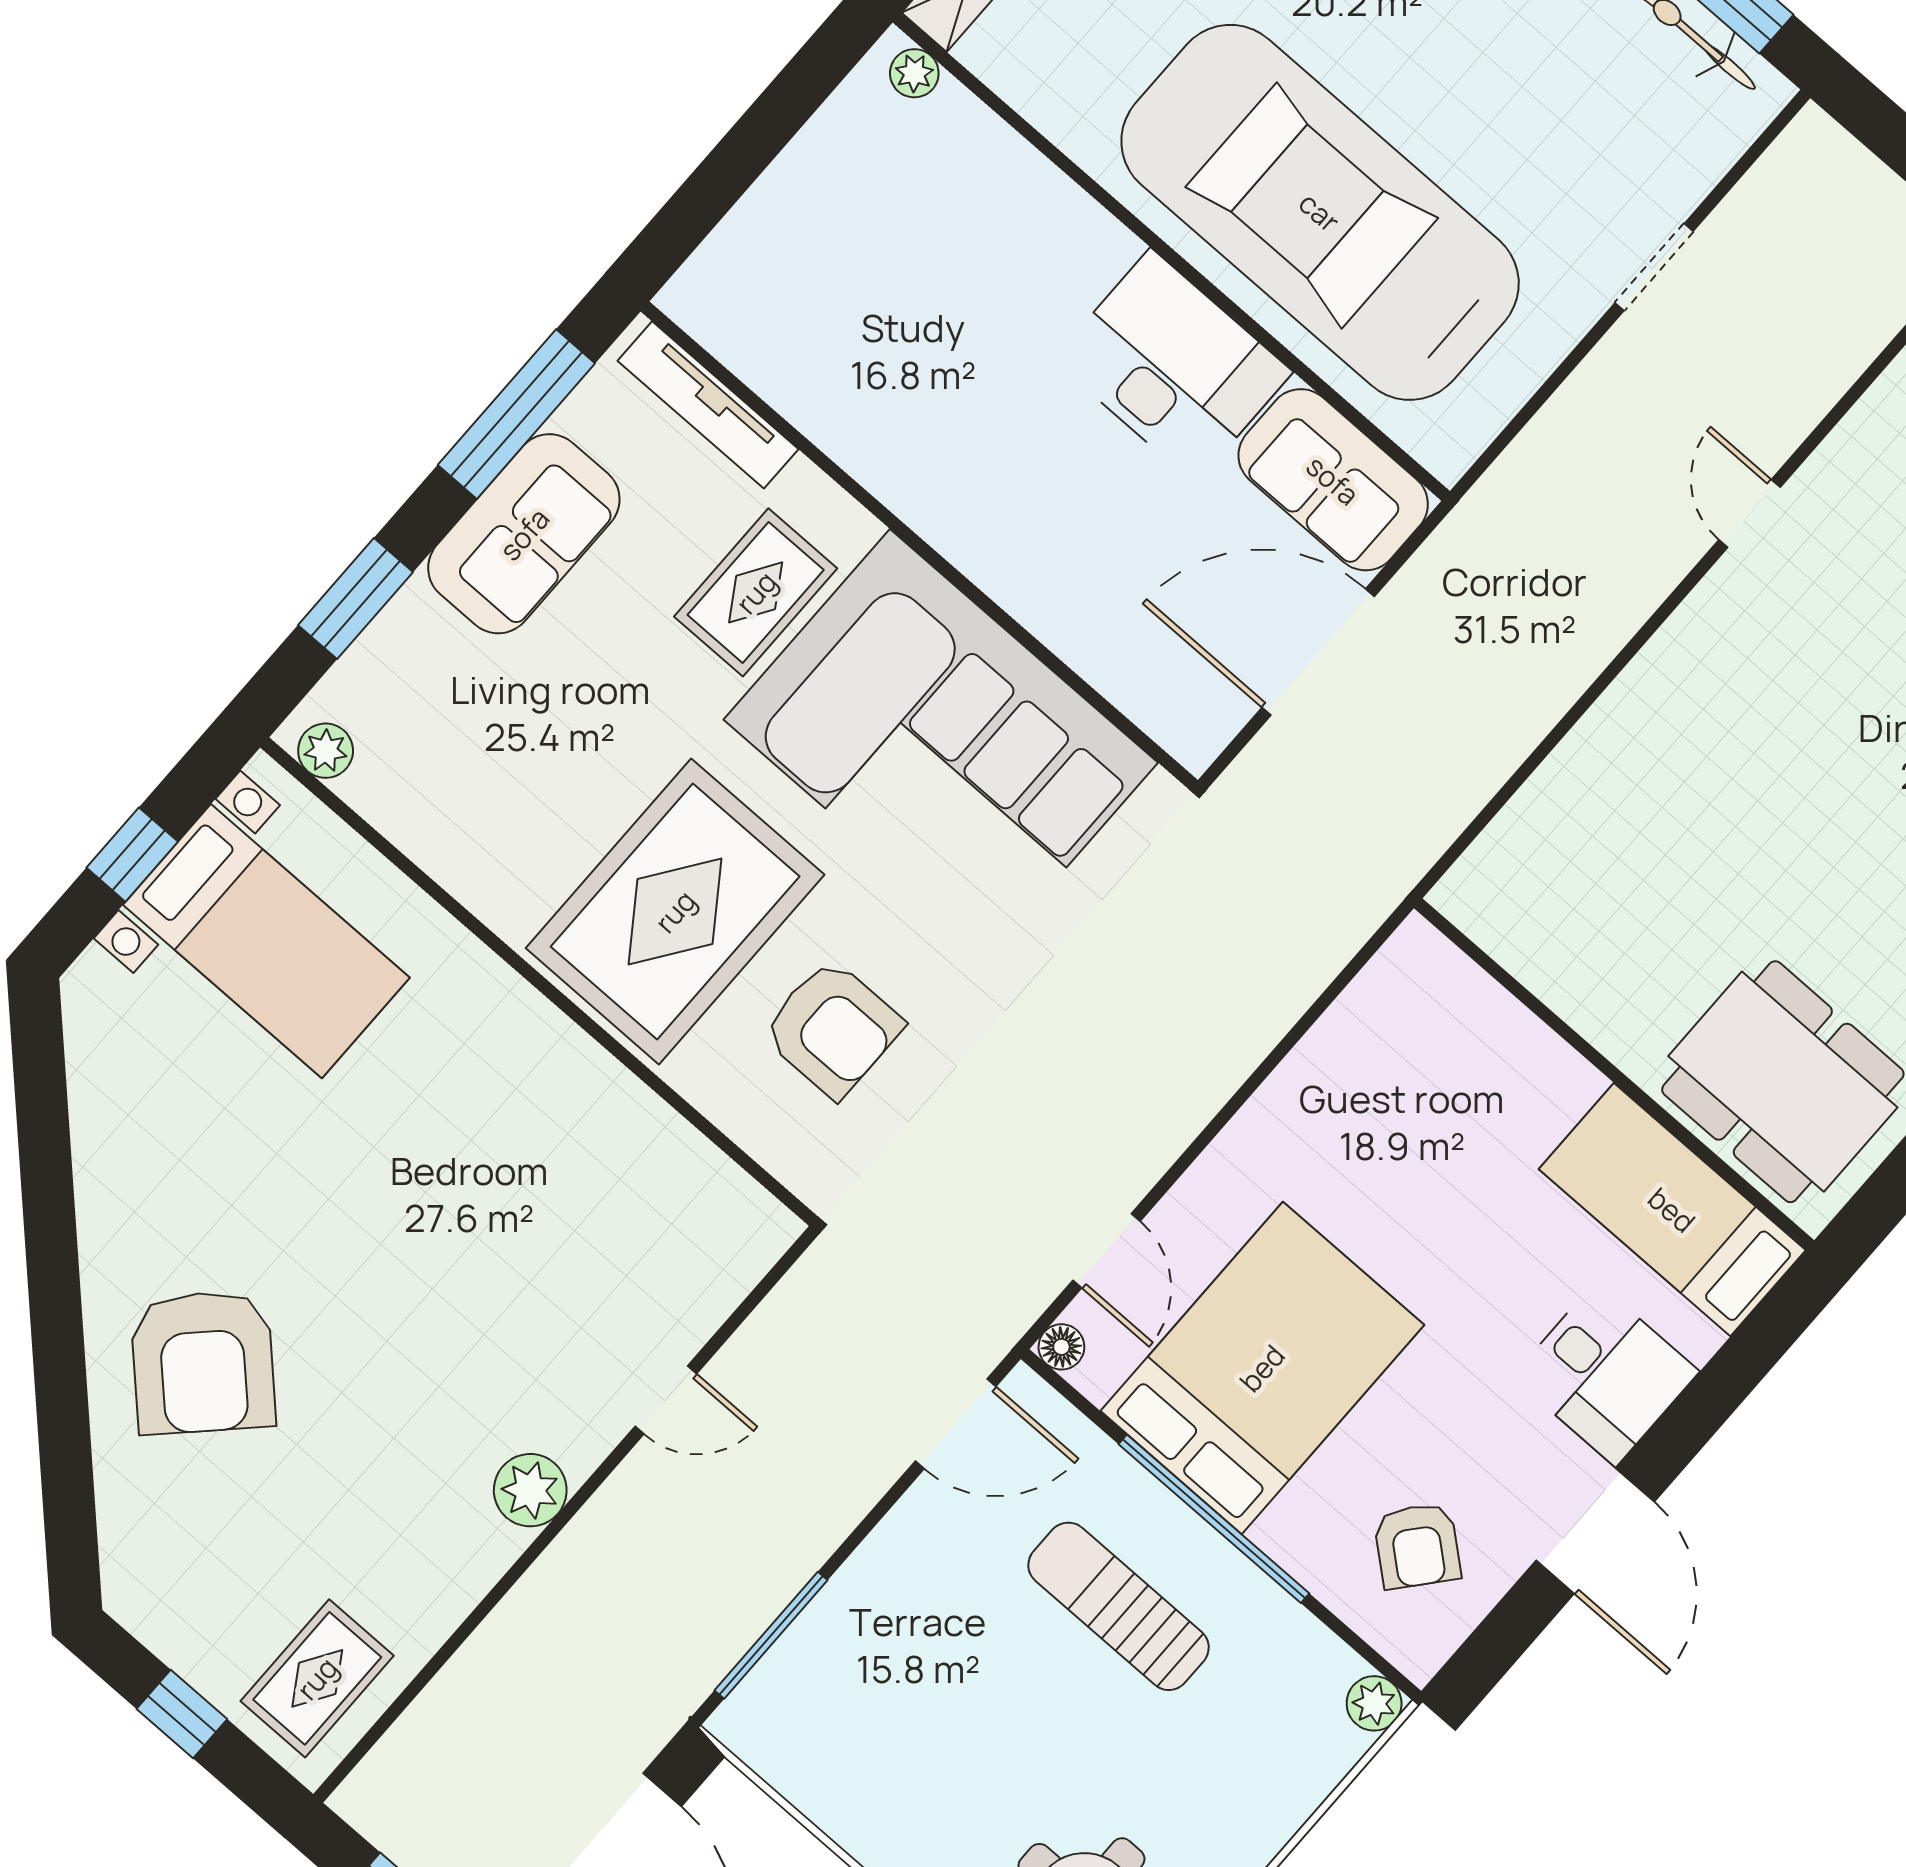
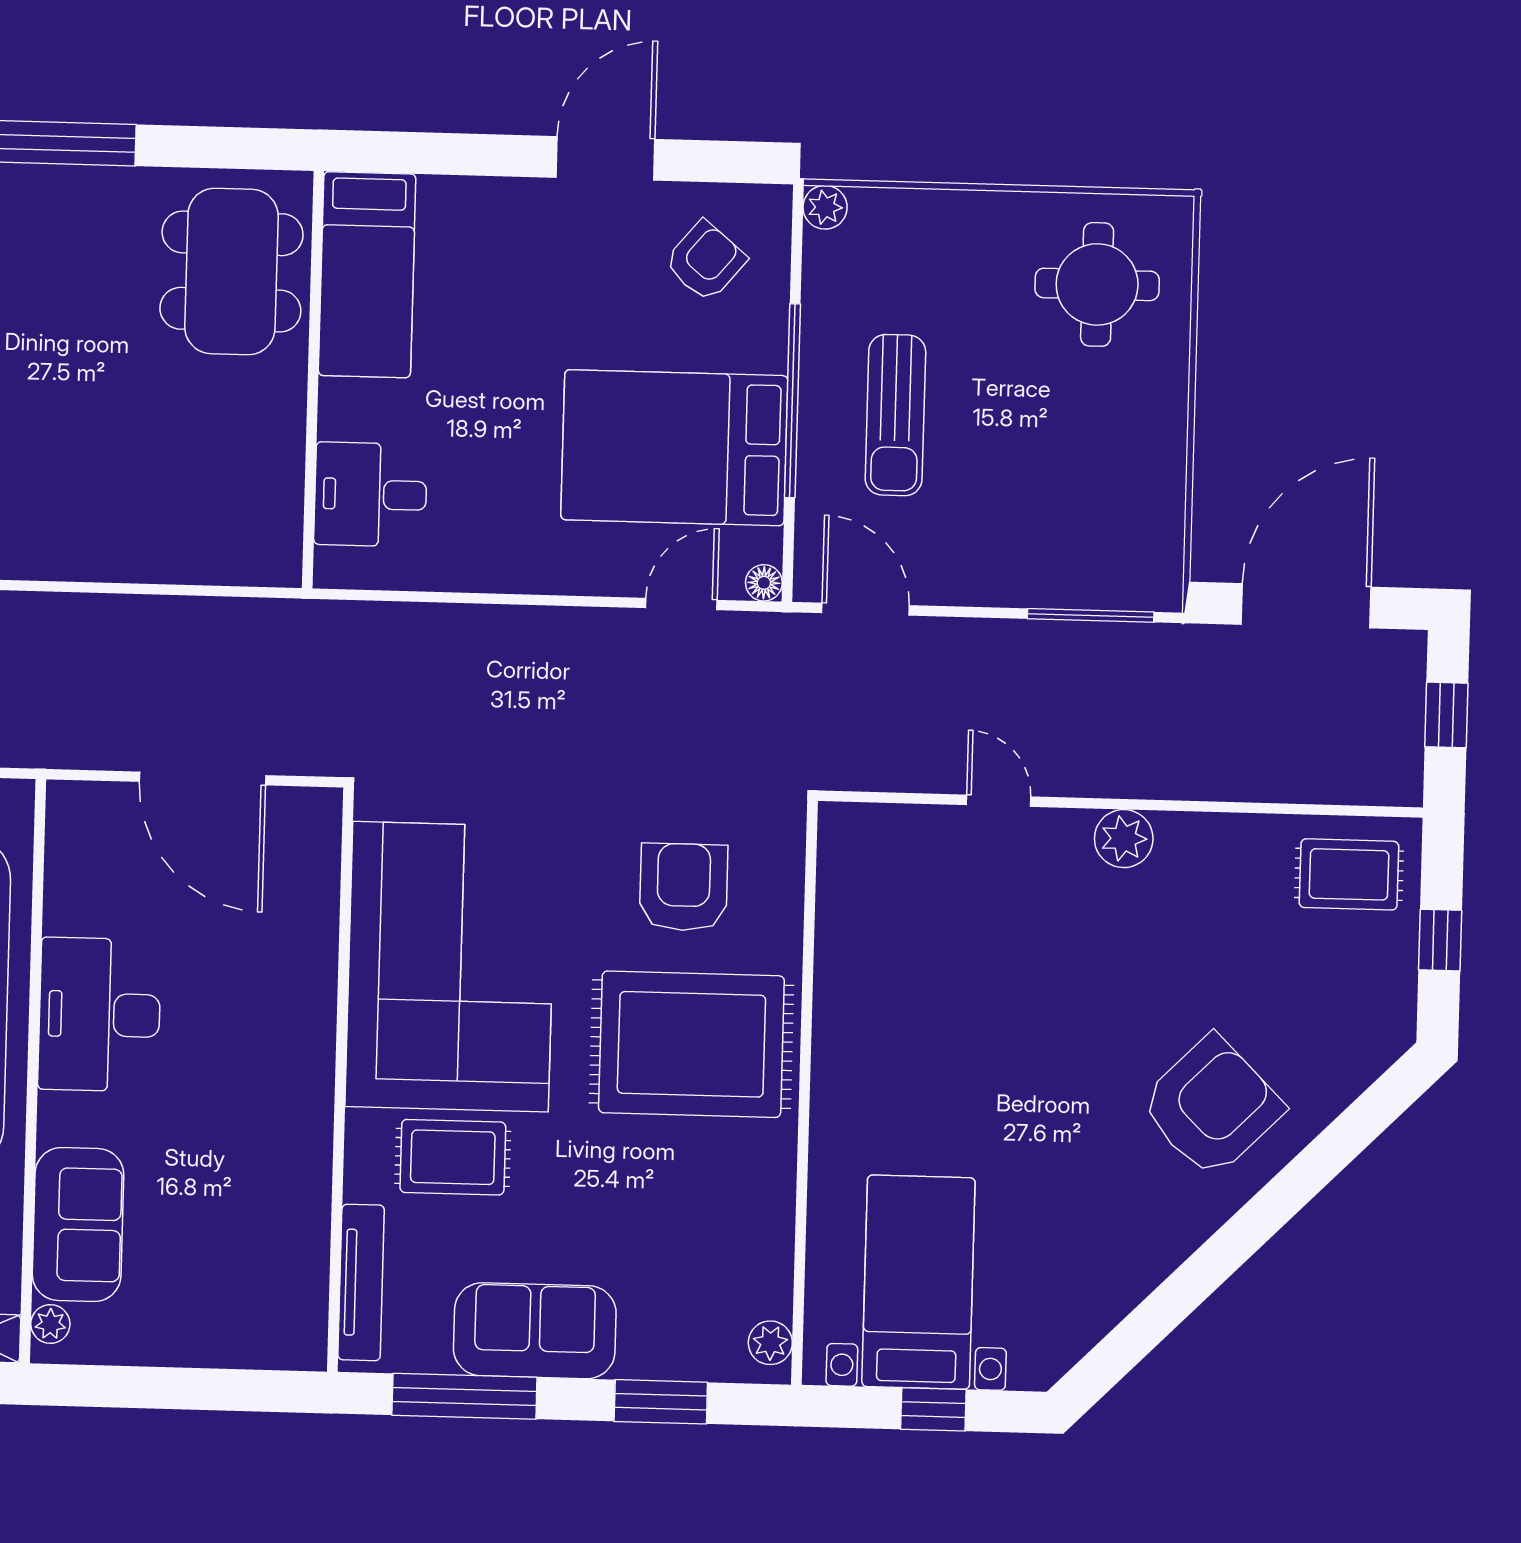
sofa: (1333, 480) -> (78, 1225), moved
desk: (1606, 1374) -> (371, 494), moved, turned -90

